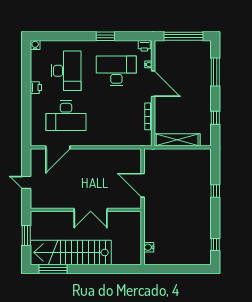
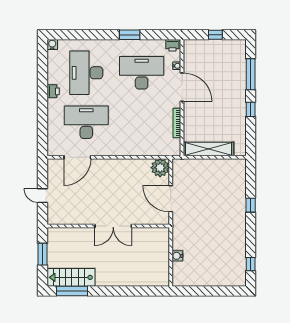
window: (183, 36) -> (215, 35), width x0.32
desk: (66, 71) -> (86, 73), turned 180
desk: (66, 116) -> (86, 122), turned 180
window: (215, 118) -> (251, 109), moved
plant: (133, 157) -> (160, 168), added
water cooler: (149, 247) -> (177, 256), moved
stairs: (71, 252) -> (71, 277), width x0.54, depth x0.66

